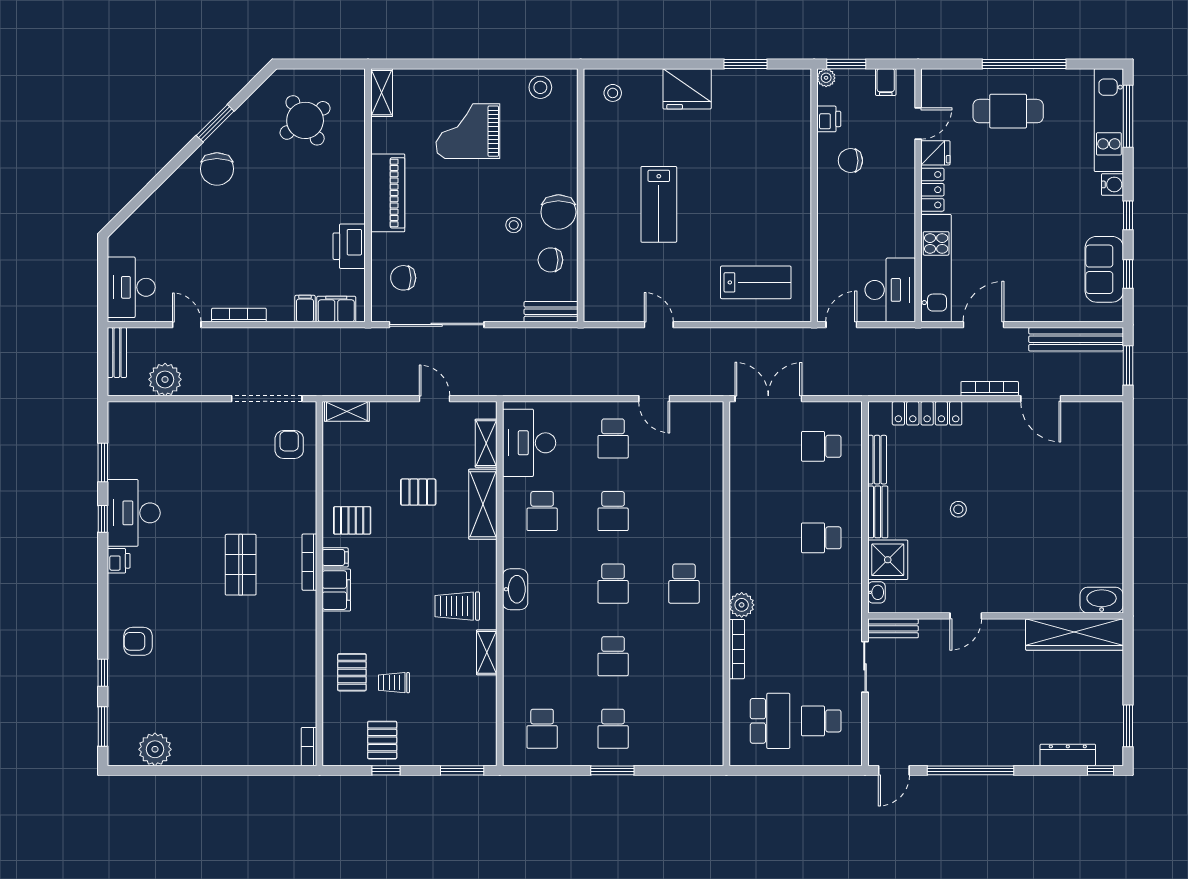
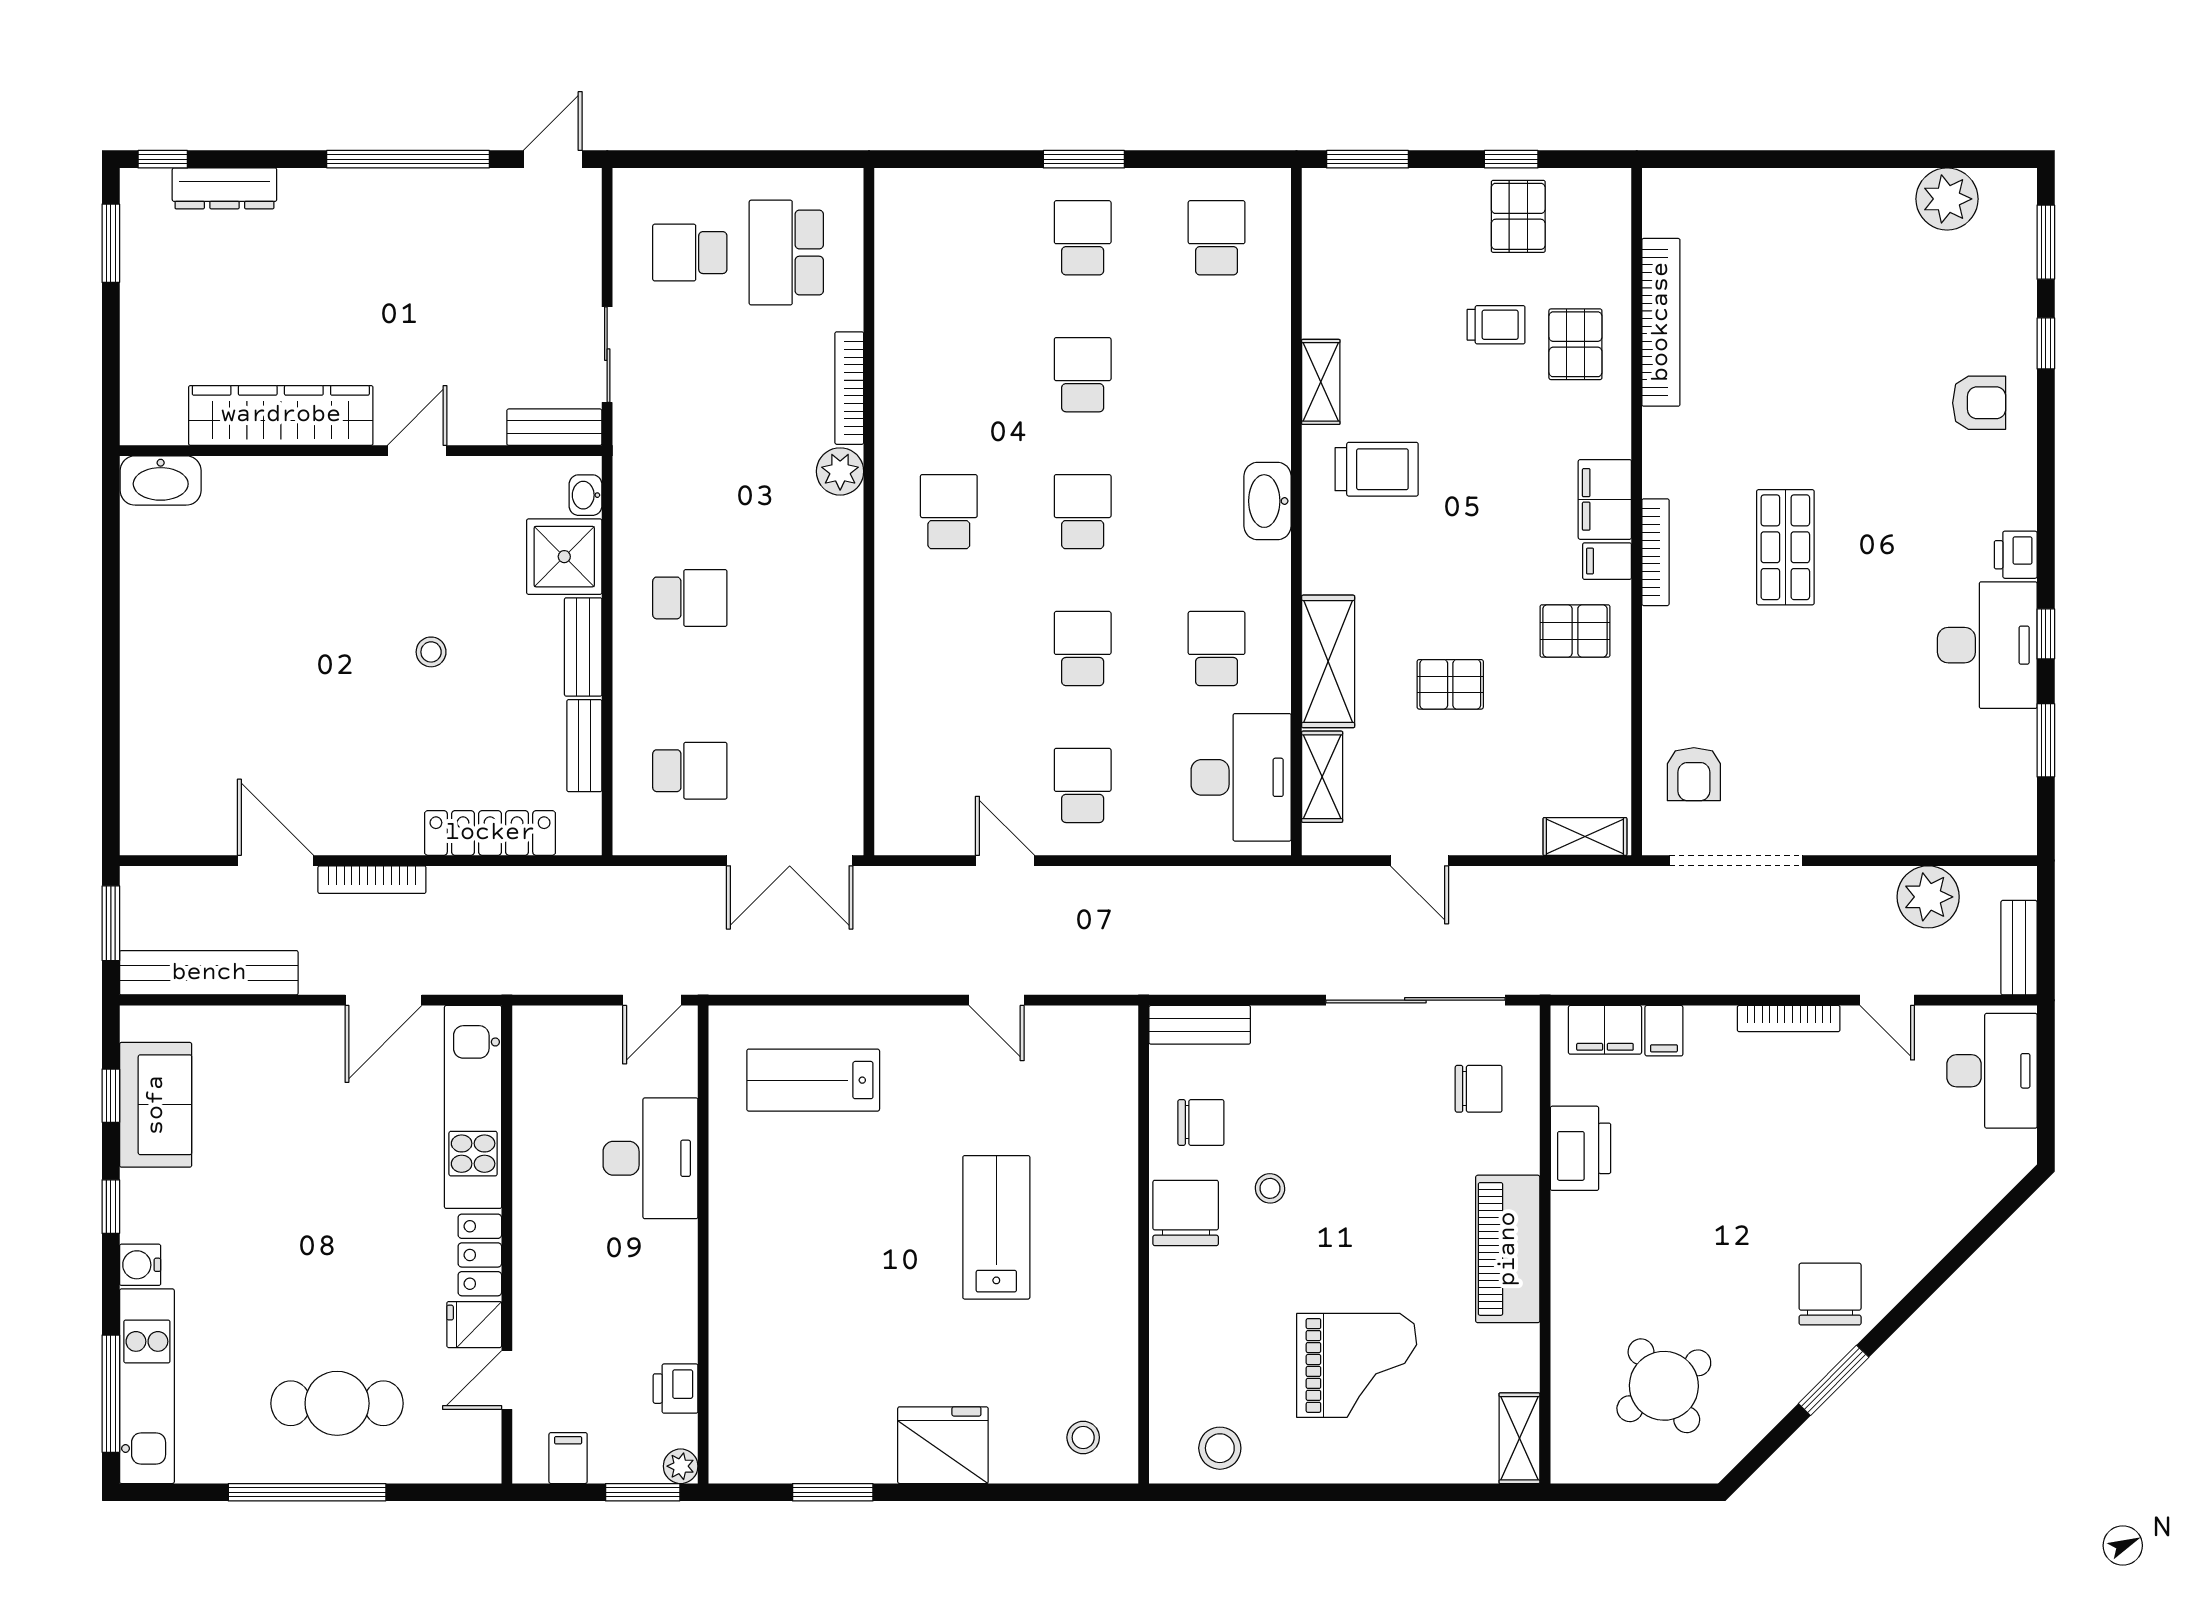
chair: (850, 161) -> (635, 1310), removed
desk: (890, 290) -> (650, 1158), moved, turned 180
wardrobe: (1075, 635) -> (281, 415), moved
school desk: (821, 721) -> (690, 253), turned 180
bookcase: (309, 747) -> (1661, 322), moved, width x2.31, depth x1.31

